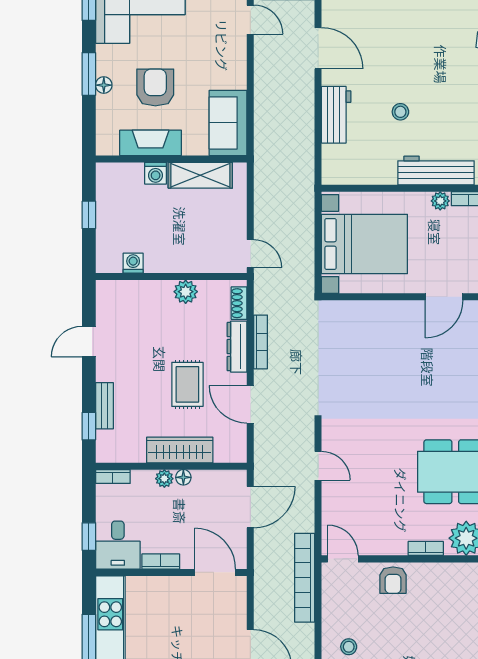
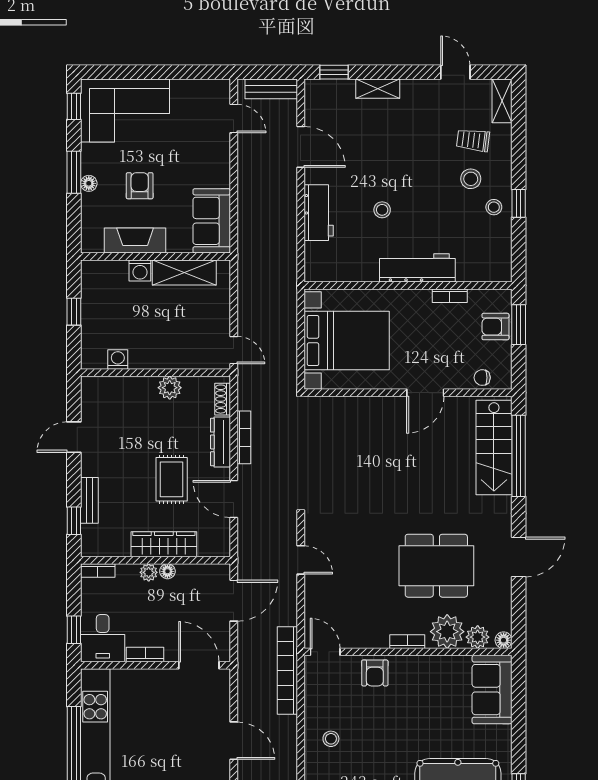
armchair: (155, 87) -> (140, 186), width x0.72, depth x0.72
plant: (440, 201) -> (422, 298), removed

